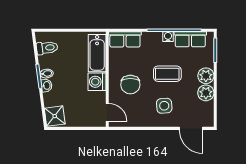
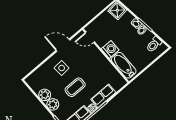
row of seats: (125, 39) -> (103, 96), moved
chair: (130, 85) -> (90, 64), removed
door: (191, 128) -> (63, 45), moved

